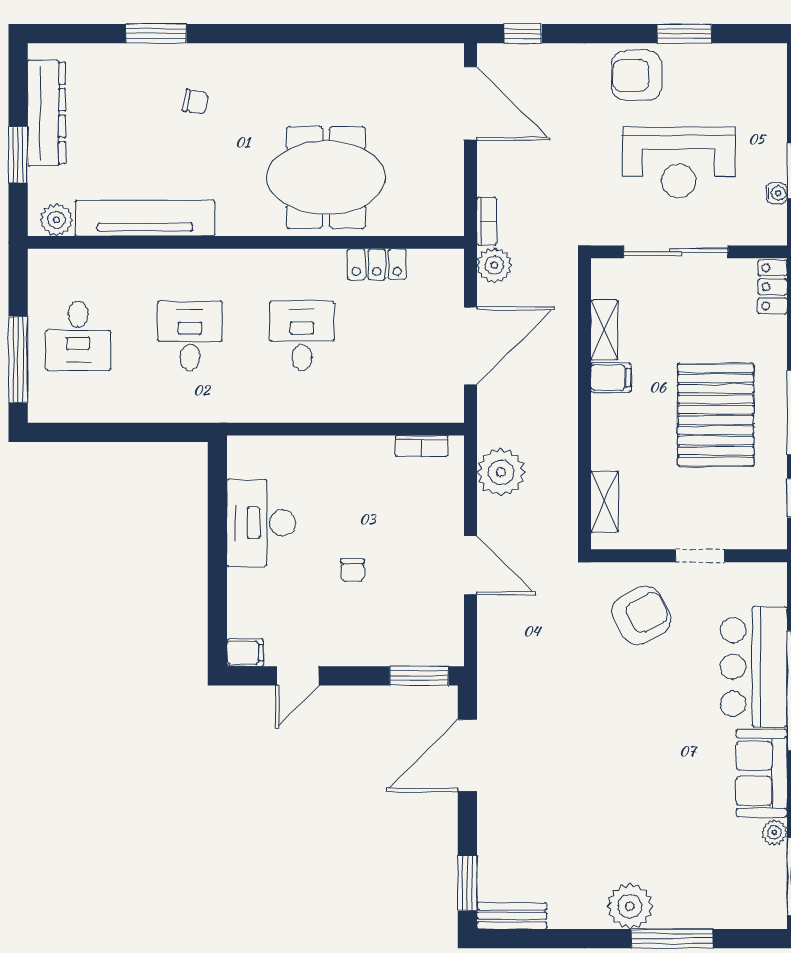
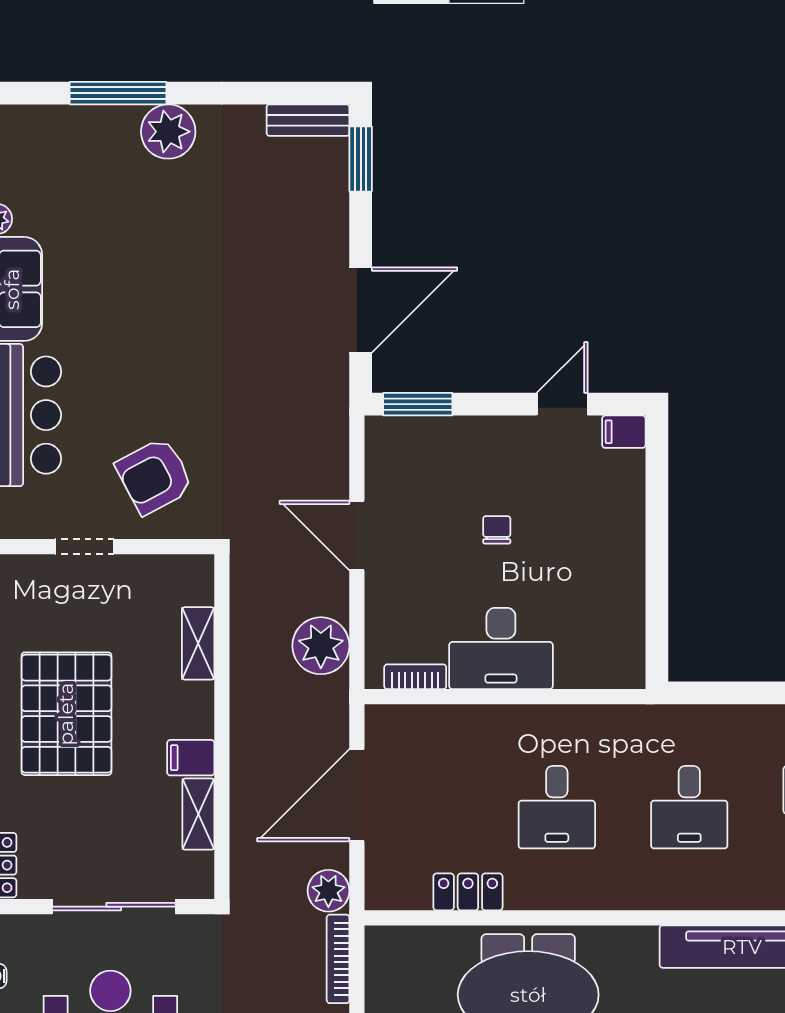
bookcase: (486, 221) -> (338, 959), width x1.56
shelving: (605, 502) -> (198, 643), moved
desk: (261, 523) -> (501, 648), moved, turned 90

